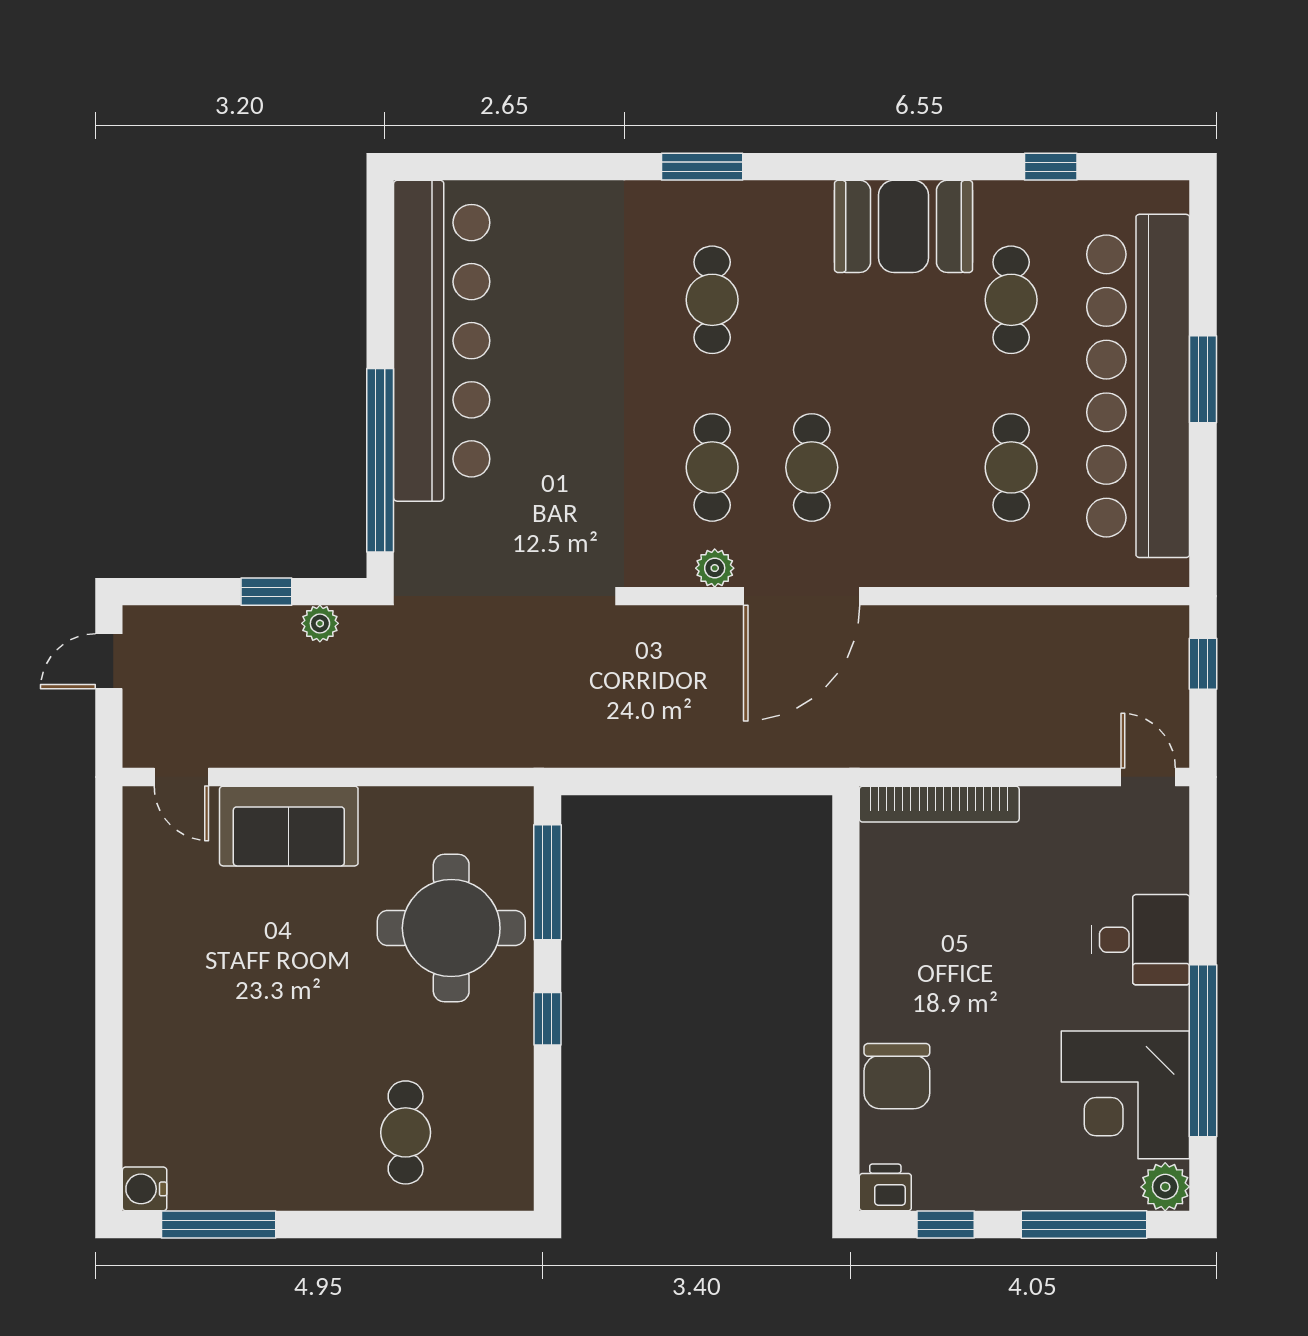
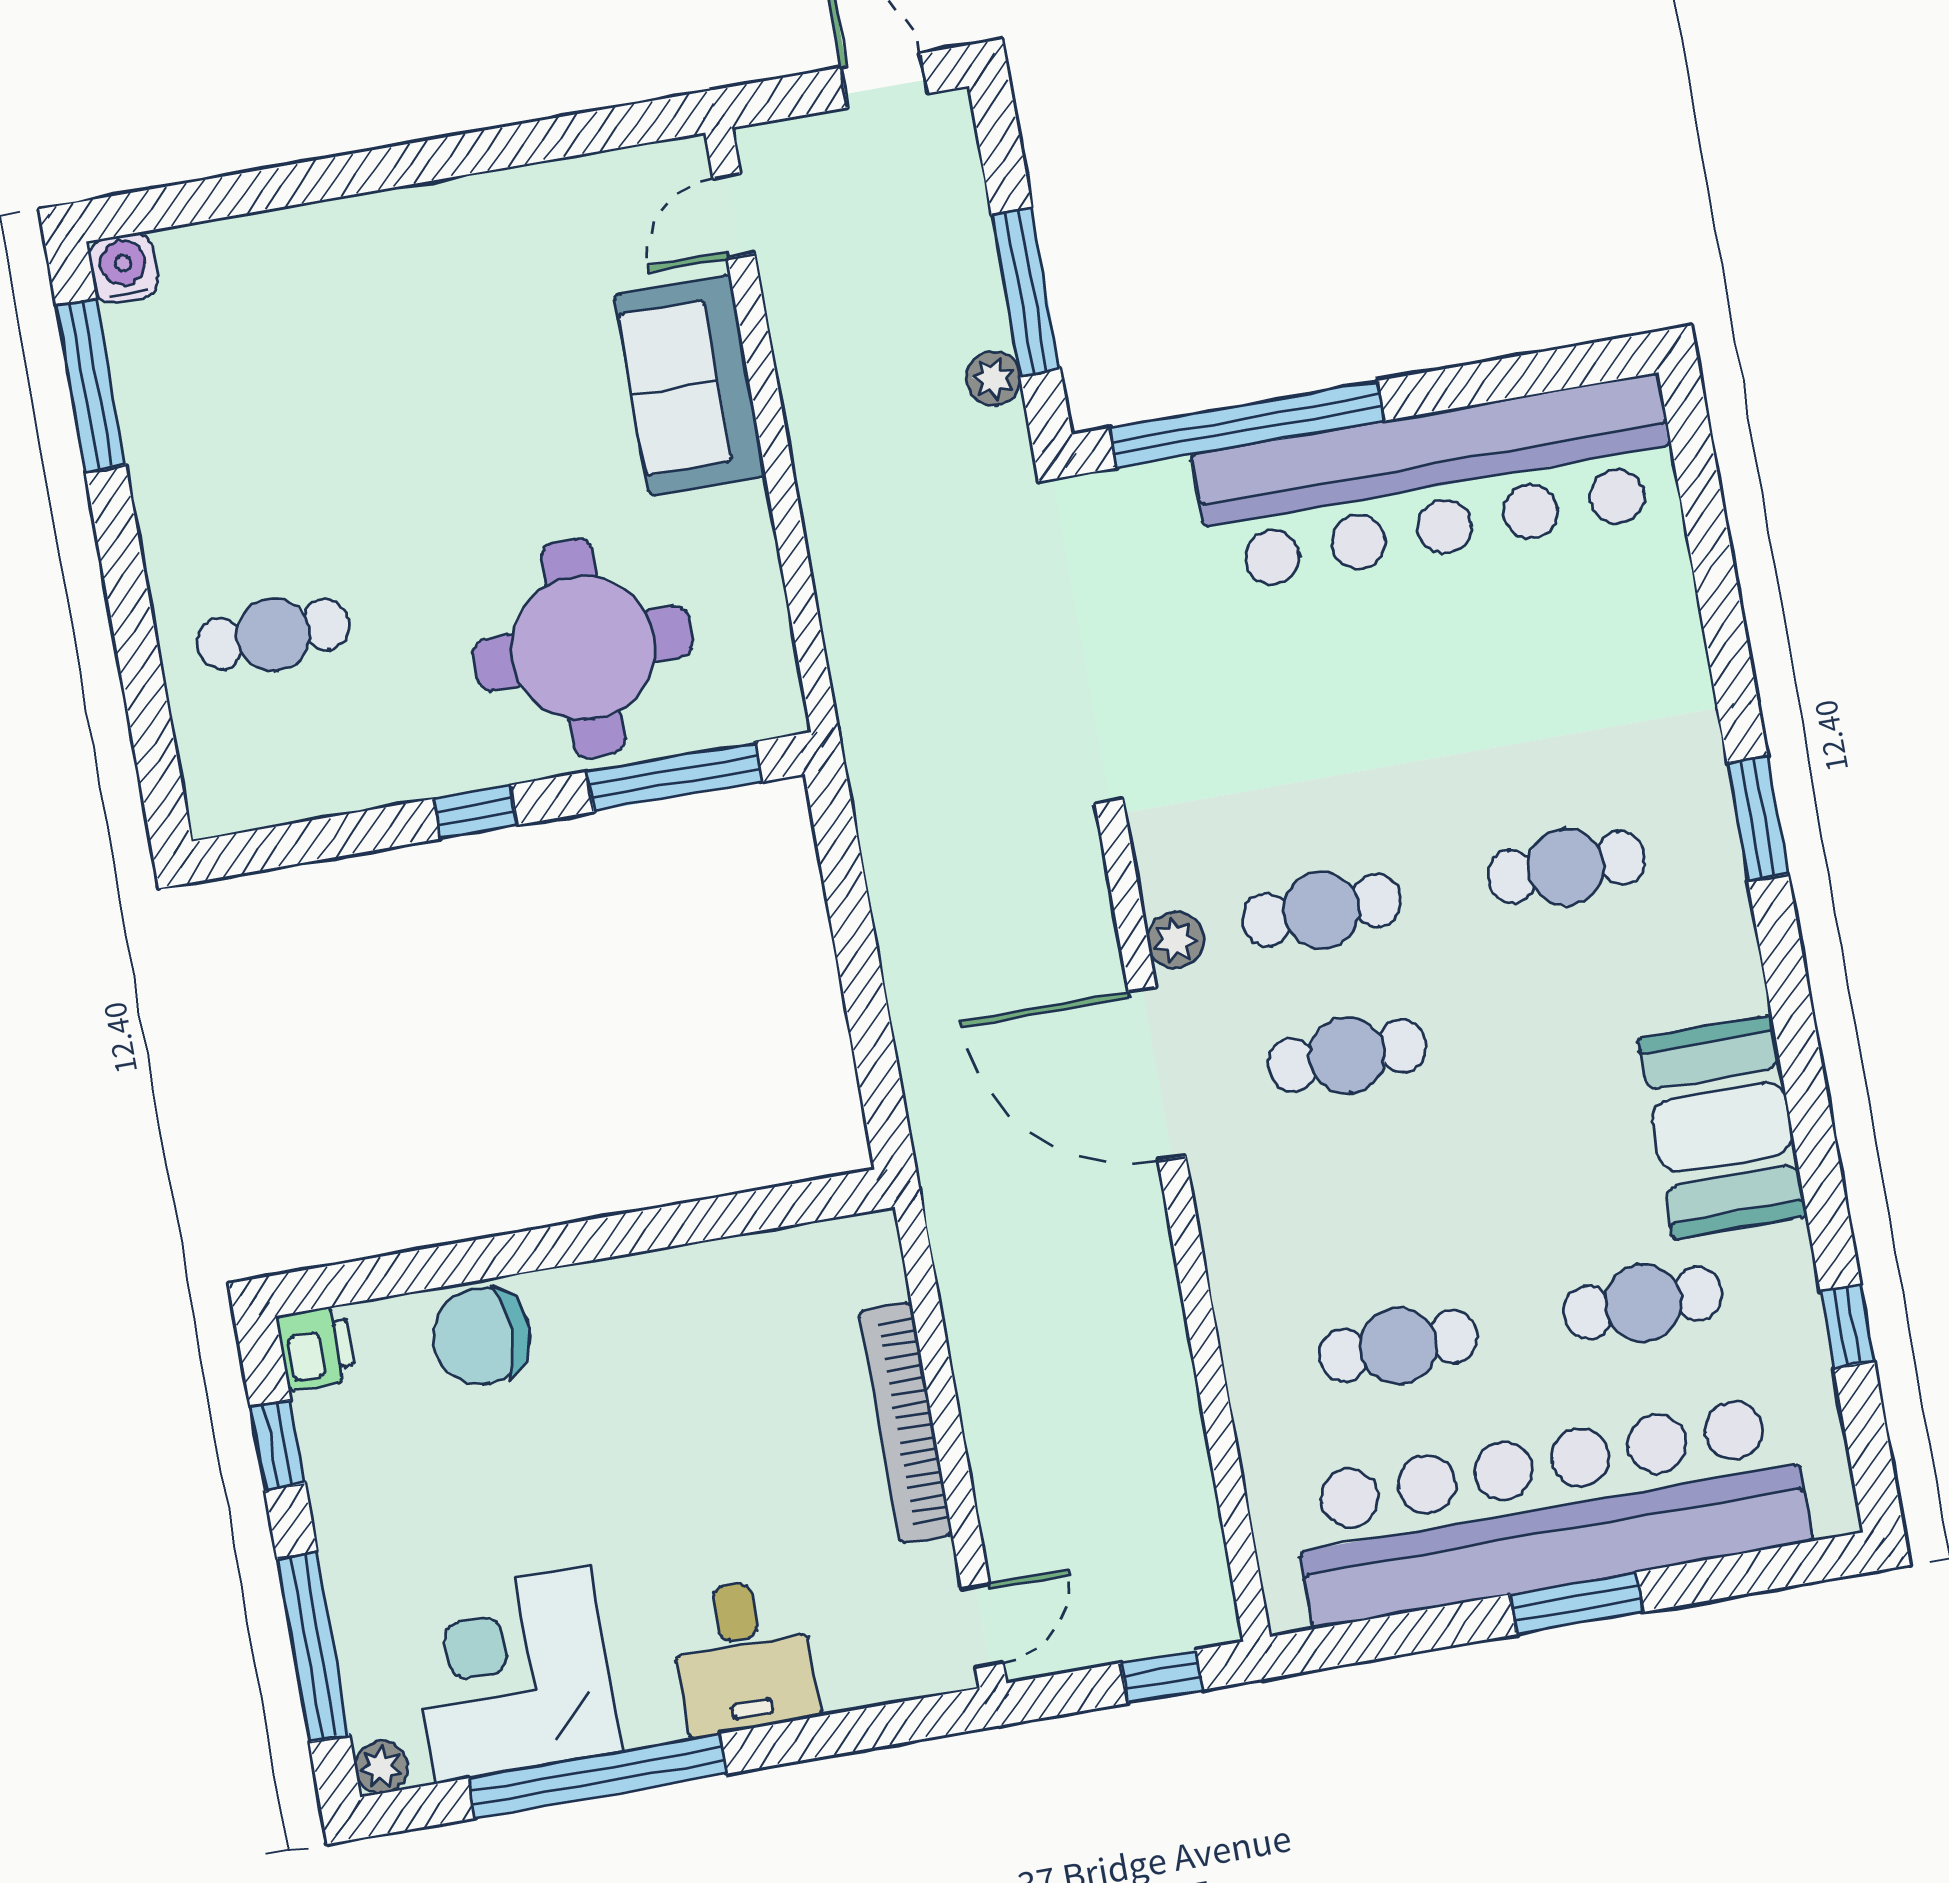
window: (266, 592) -> (1026, 292), width x2.17
bookcase: (939, 804) -> (906, 1423), moved
plant: (1165, 1187) -> (381, 1767), width x0.73, depth x0.73

